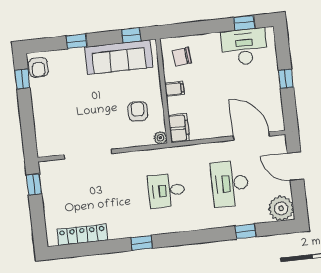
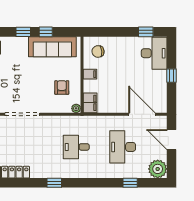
window: (131, 35) -> (46, 32), moved
desk: (244, 47) -> (154, 53), moved, turned 90

